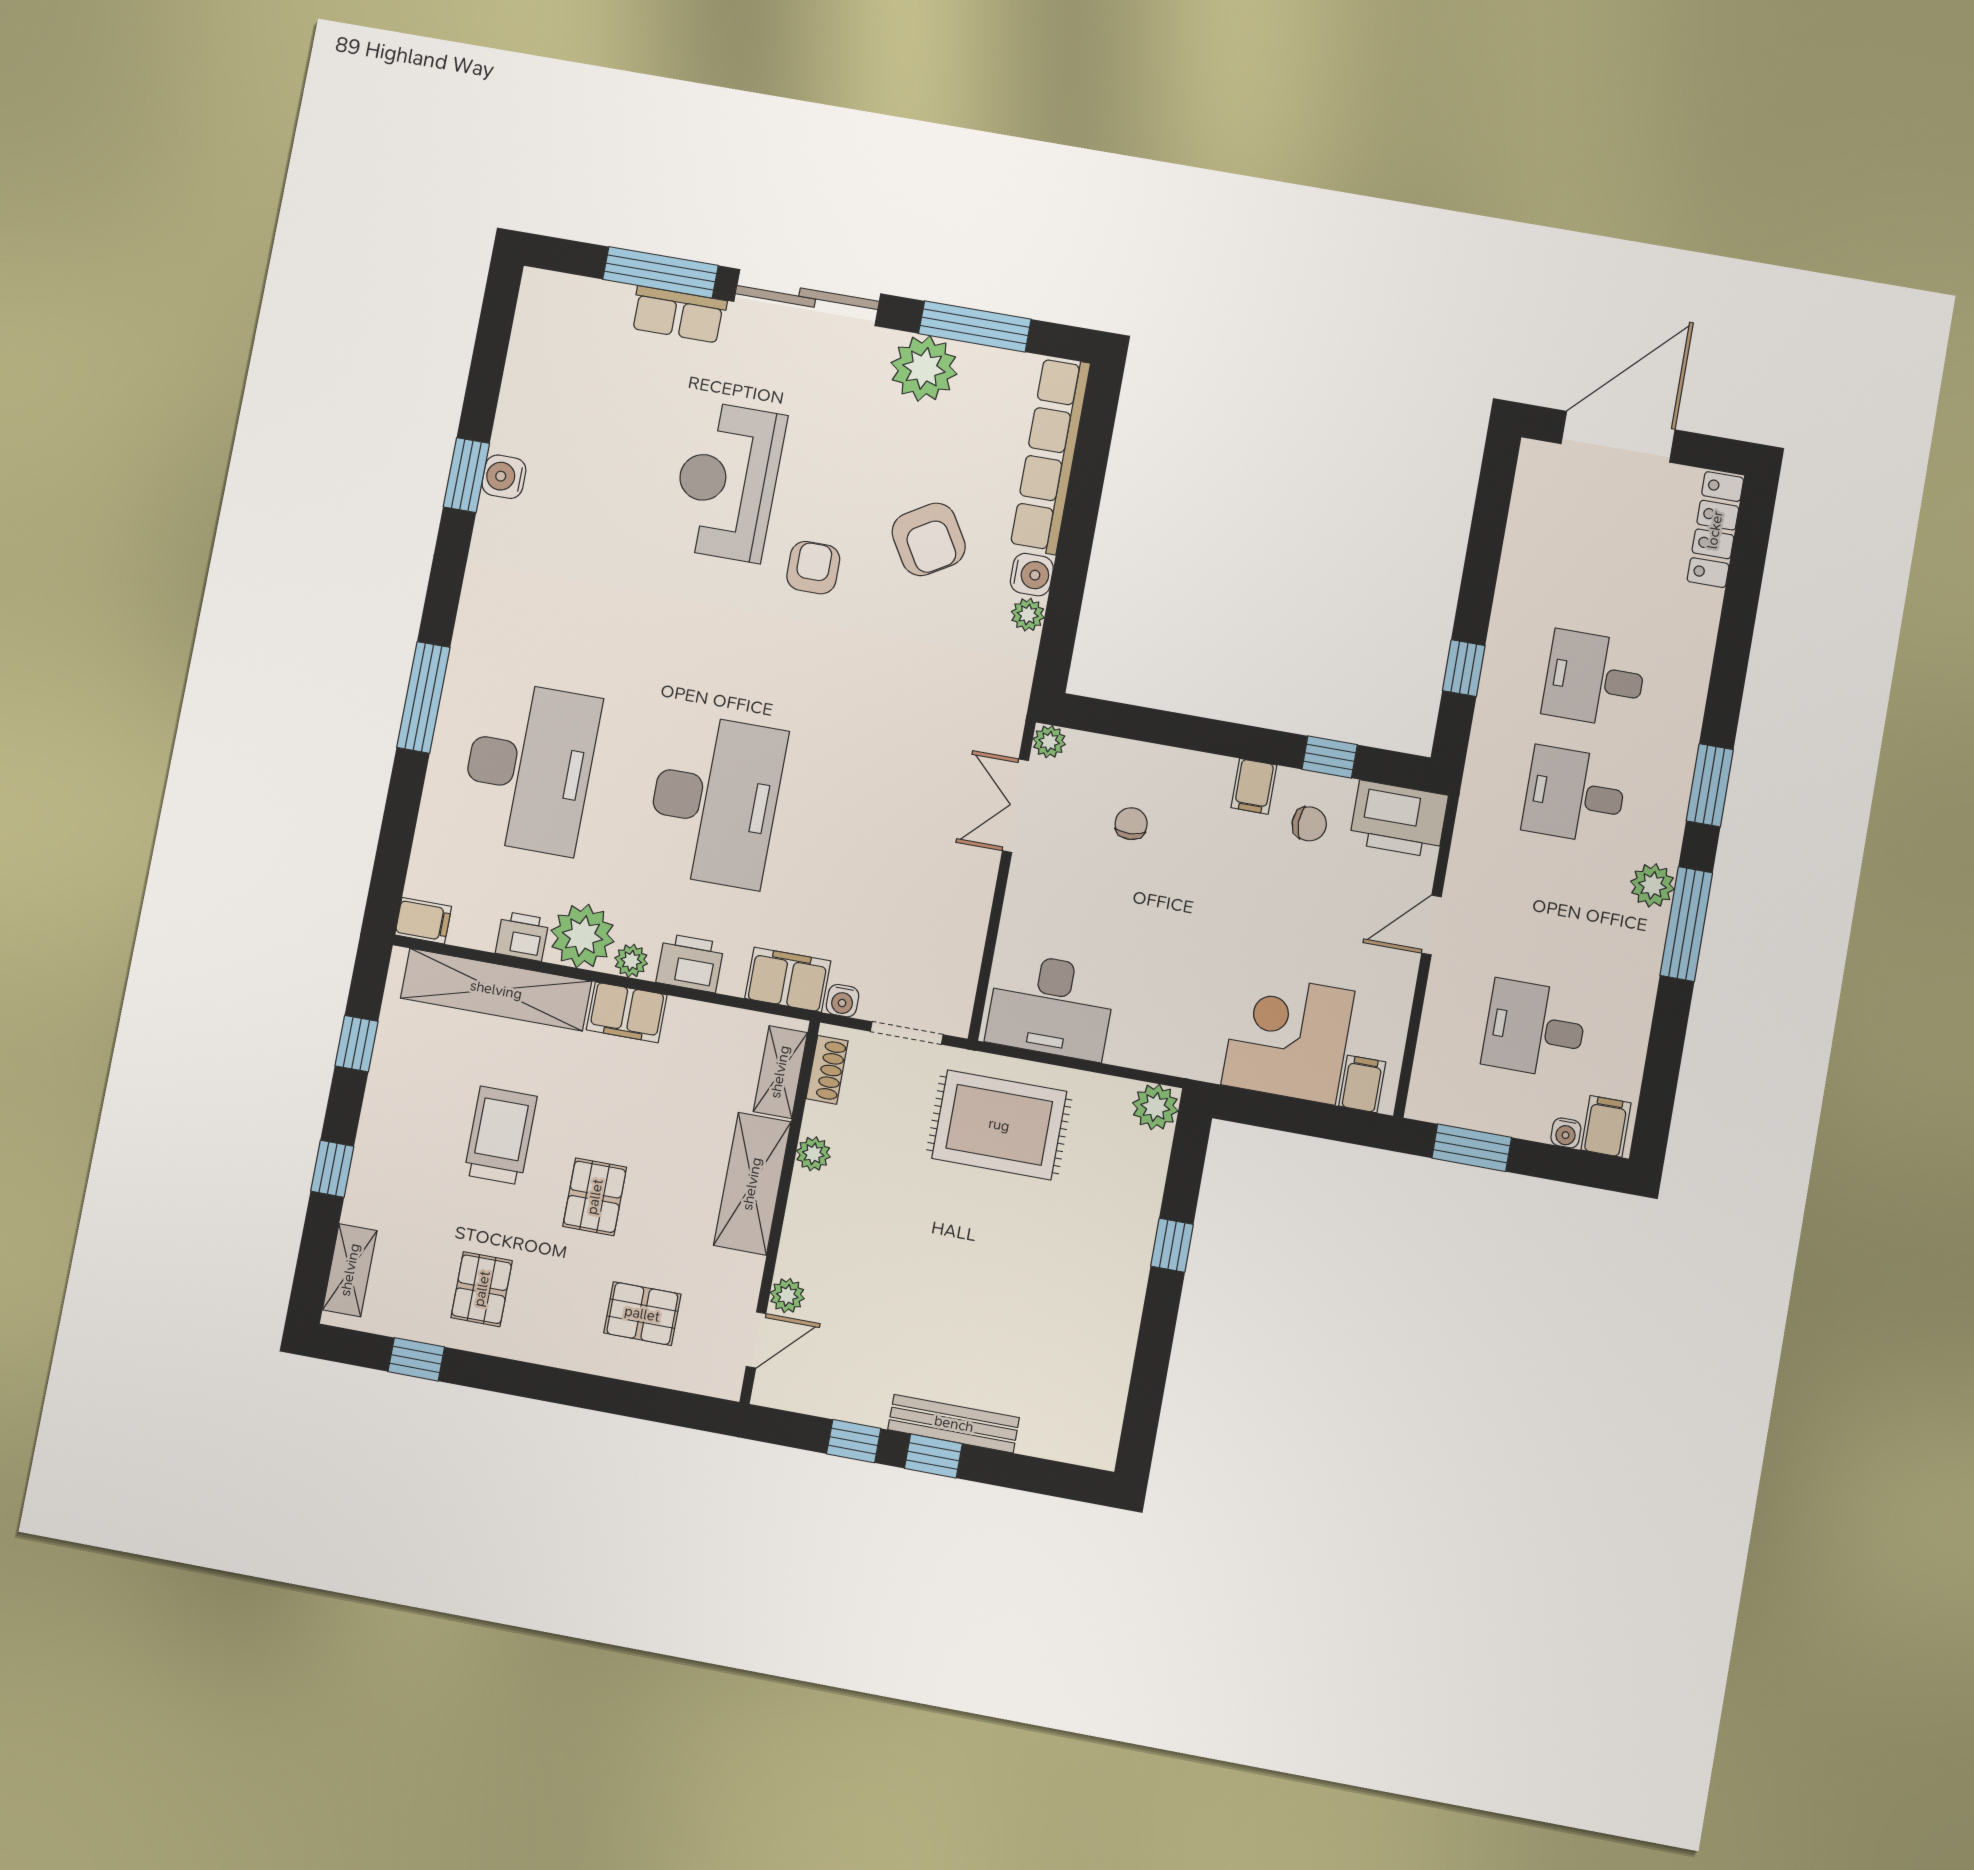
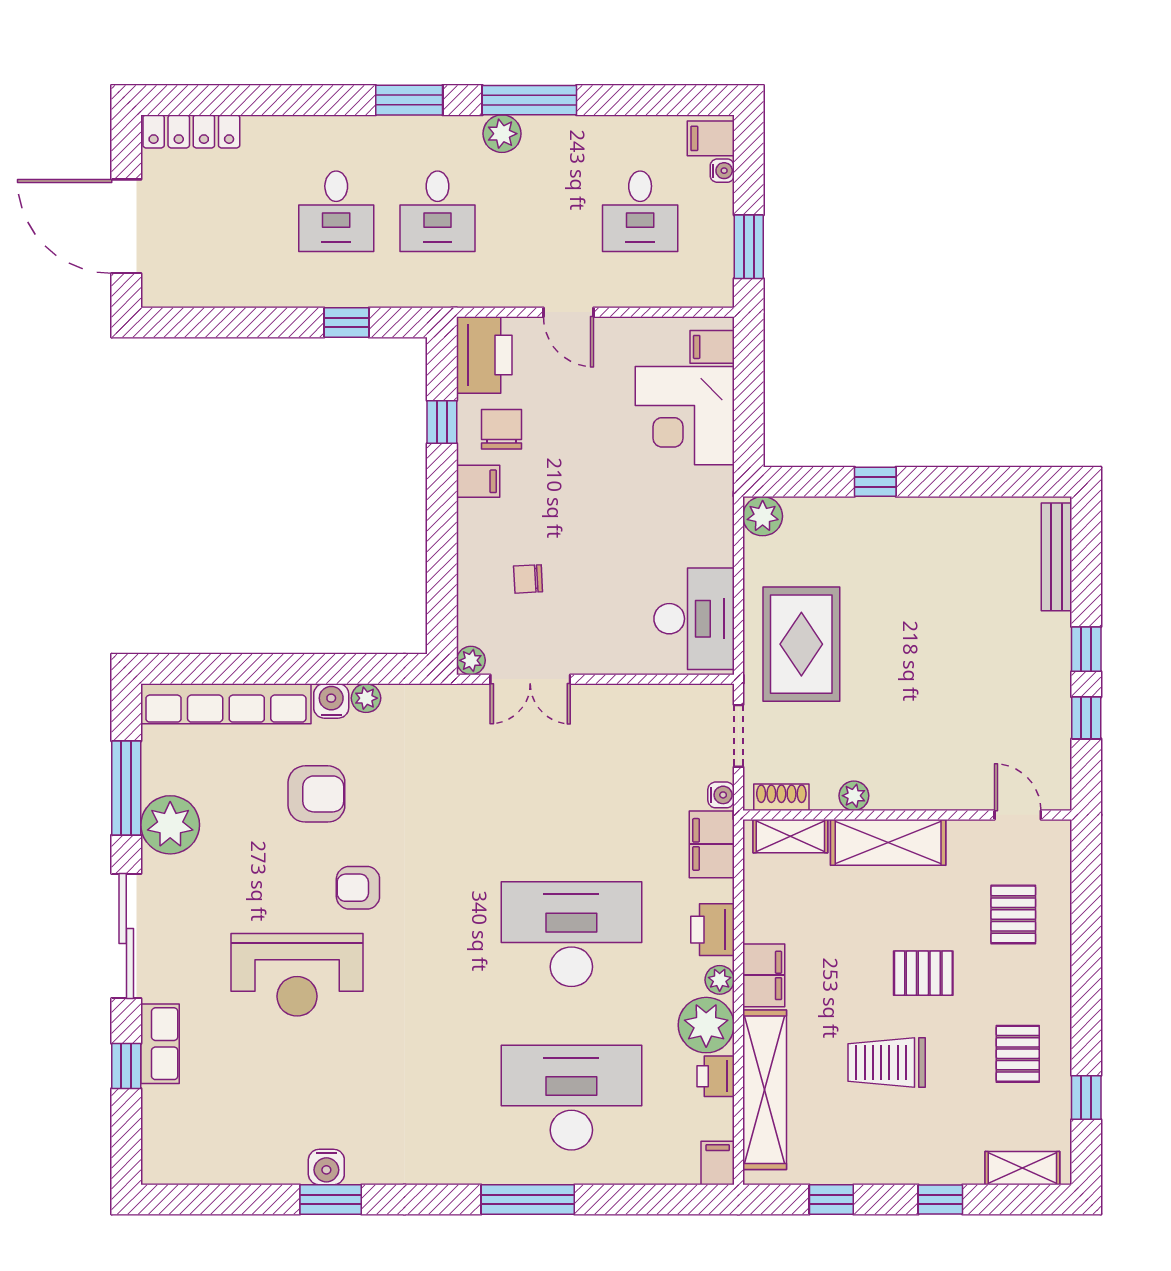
window: (661, 272) -> (126, 1066), width x0.46
armchair: (929, 539) -> (316, 794), turned 31
chair: (1309, 824) -> (502, 429), width x1.37, depth x1.37
pallet: (482, 1289) -> (1018, 1054), turned 90
plant: (787, 1296) -> (976, 796), removed
bench: (954, 1424) -> (1057, 557), moved

